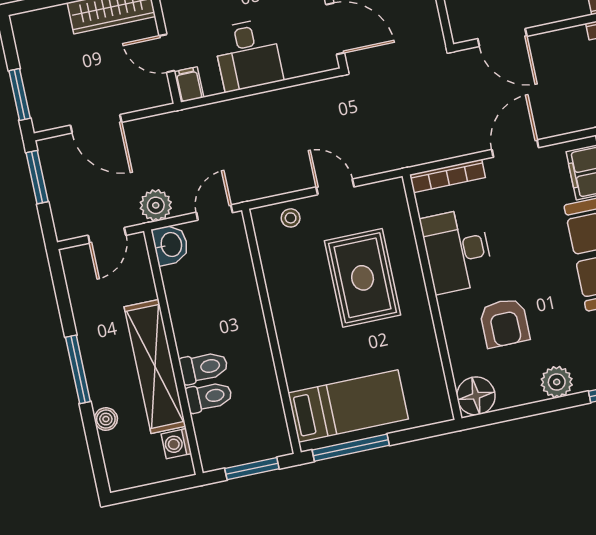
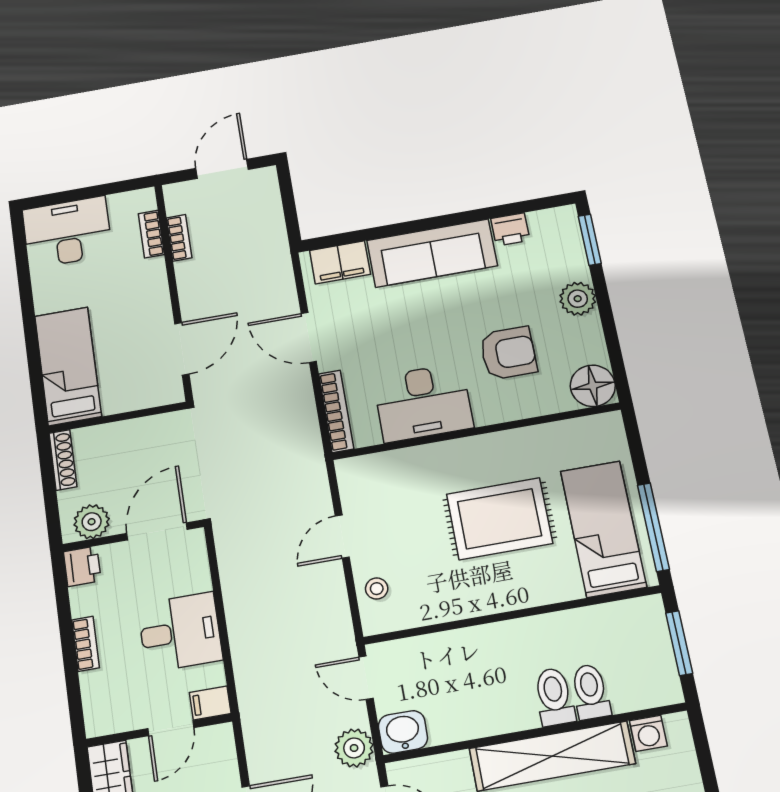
rug: (363, 278) -> (499, 519), moved

